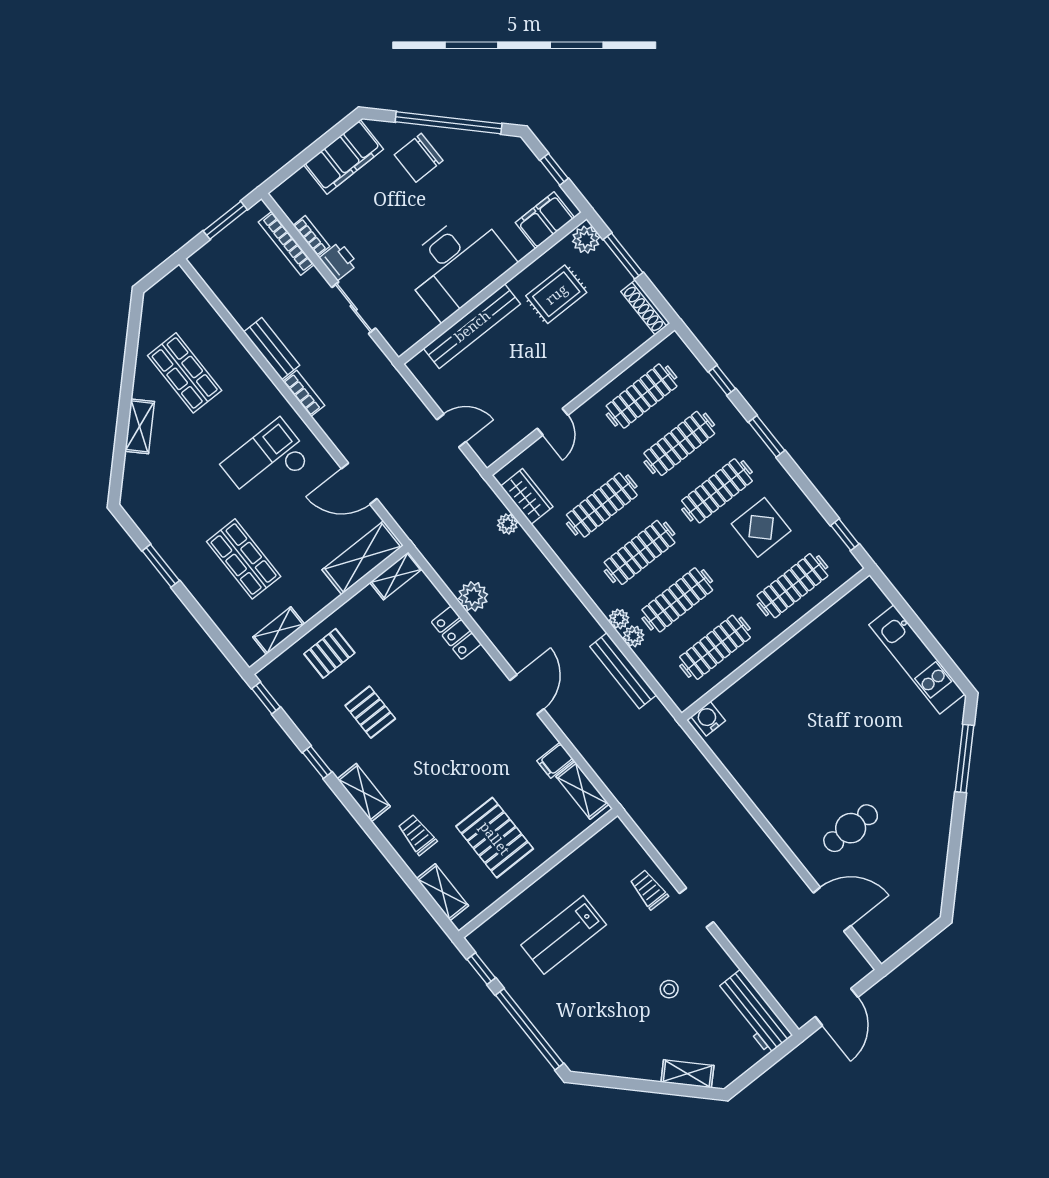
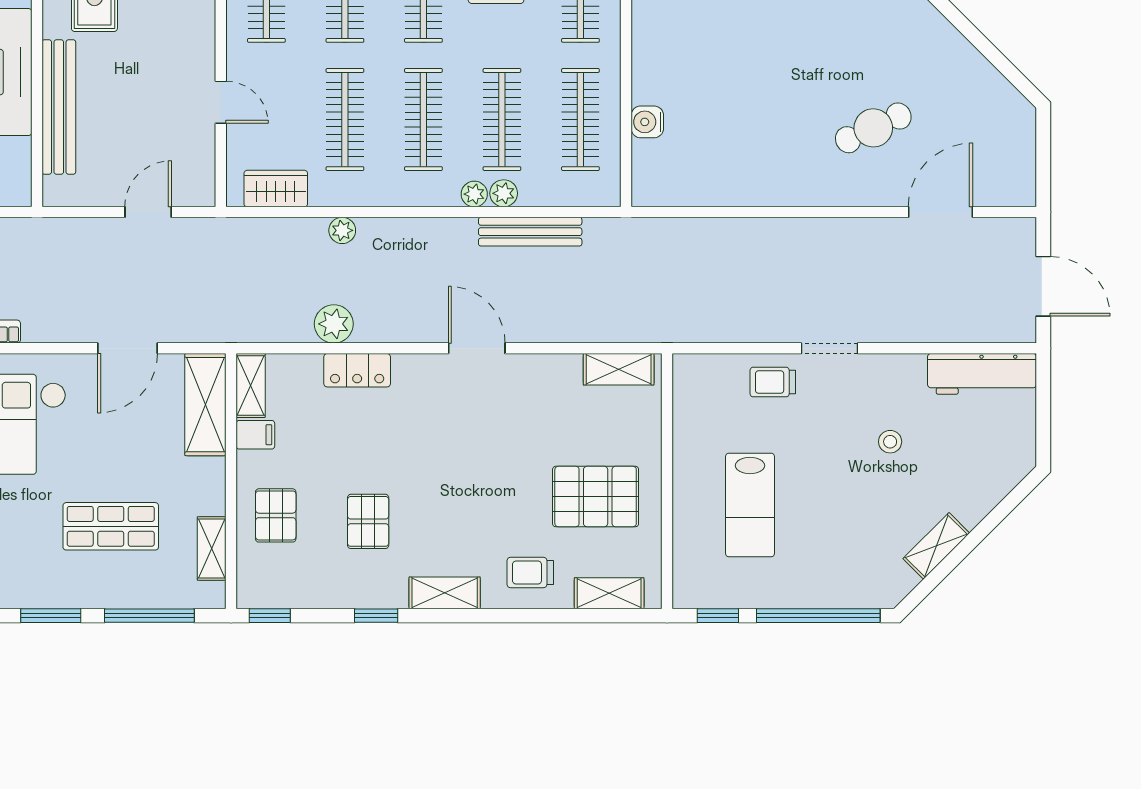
plant: (507, 524) -> (342, 230), moved
window: (208, 625) -> (149, 616), added
pallet: (370, 712) -> (368, 521), turned 90
water cooler: (708, 719) -> (647, 122), moved
filing cabinet: (555, 760) -> (255, 435), moved, turned -90
cafe table: (851, 828) -> (873, 128), turned 65
shelving: (687, 1074) -> (936, 546), moved

